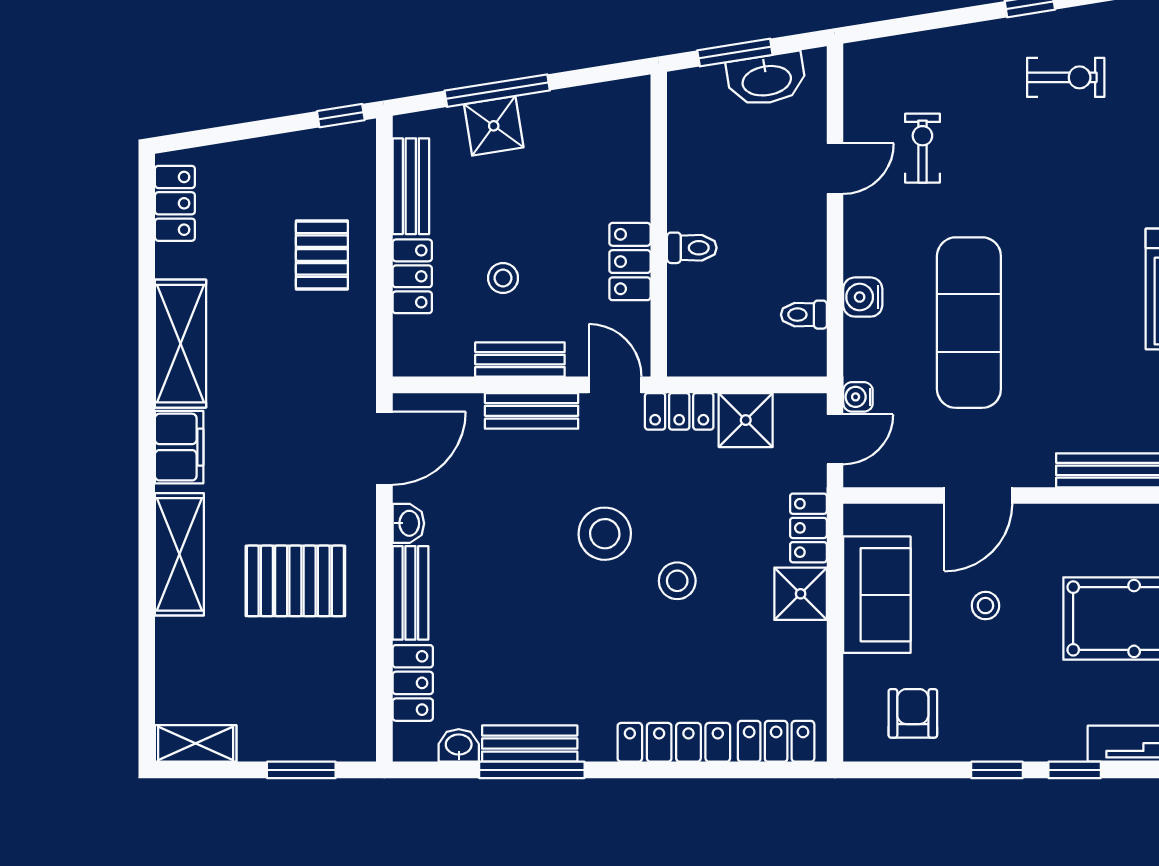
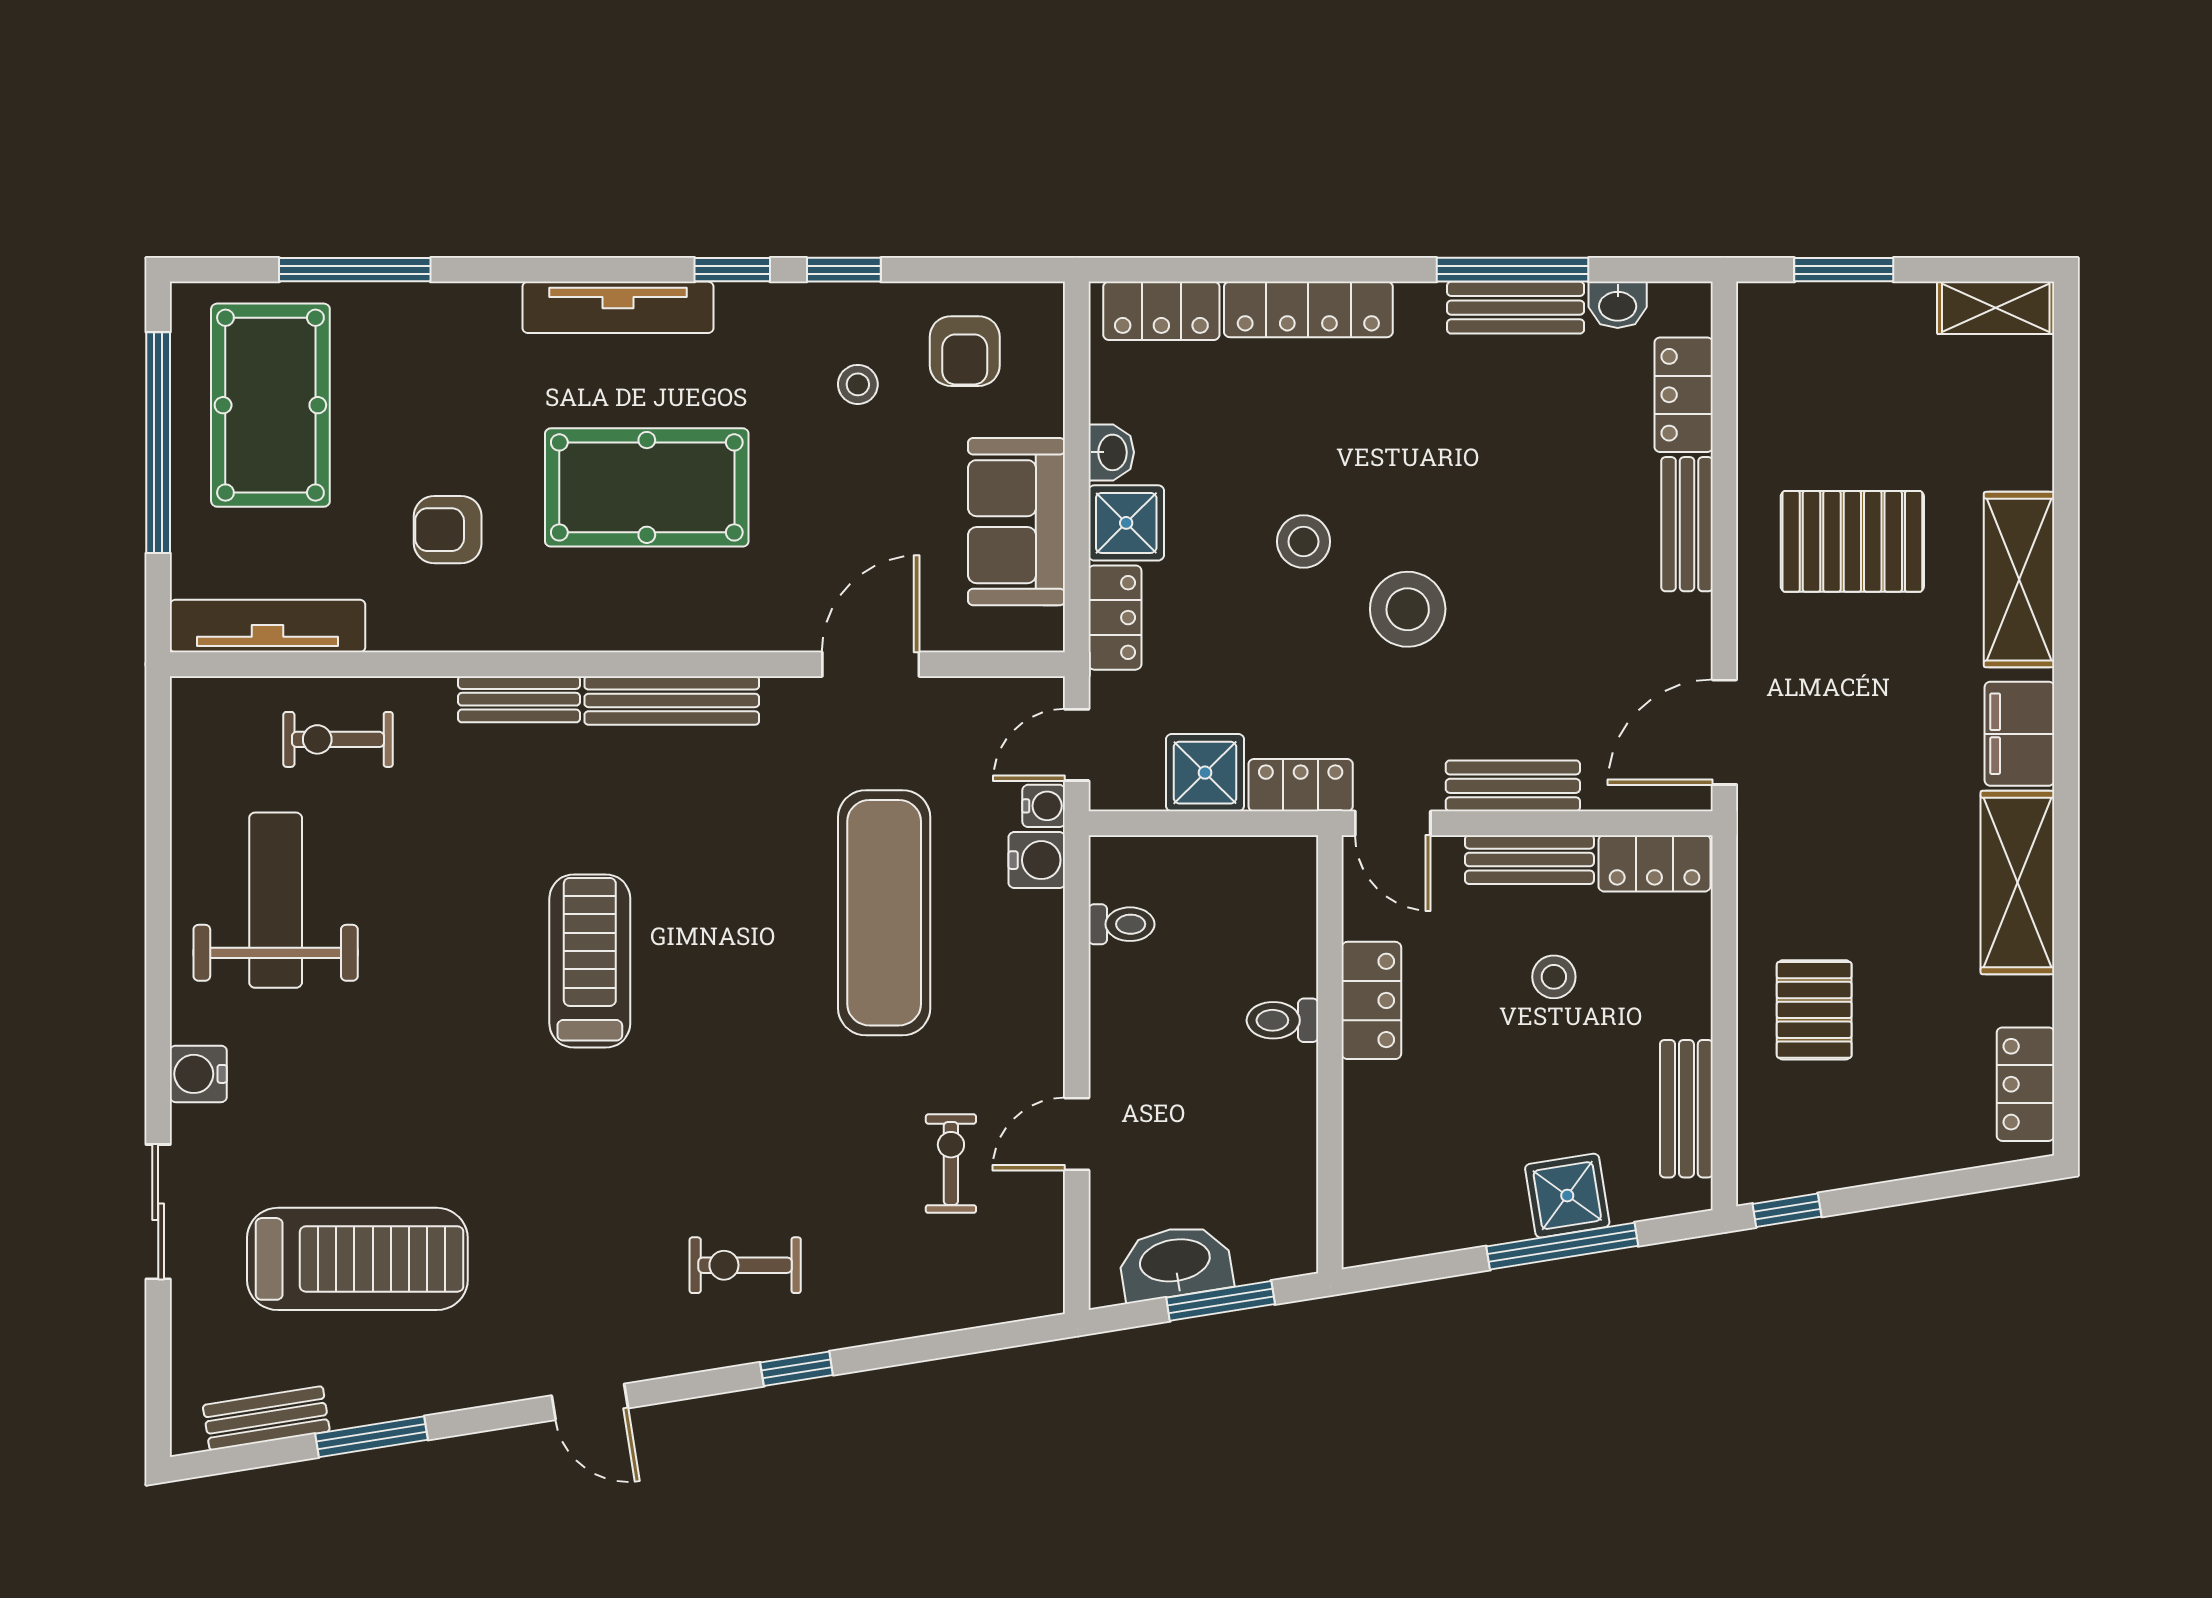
exercise bike: (922, 148) -> (951, 1163), turned 180
locker: (412, 276) -> (1654, 863), moved, turned -90
water cooler: (863, 297) -> (1037, 860), moved
washbasin: (408, 523) -> (1111, 452), moved, turned 180
stool: (985, 606) -> (858, 384), moved

